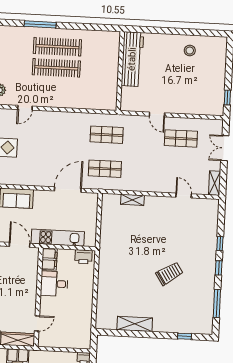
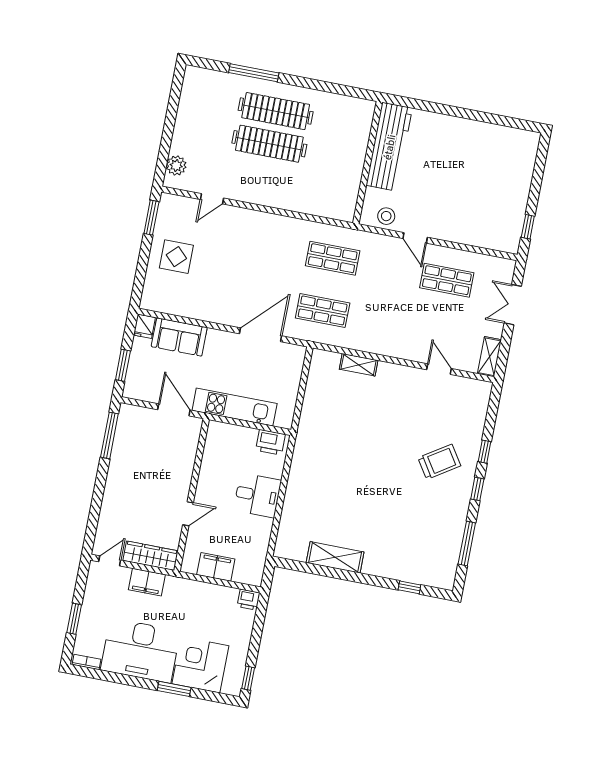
stool: (190, 51) -> (386, 216), moved
filing cabinet: (49, 259) -> (216, 567), moved, turned -90
trolley: (169, 274) -> (439, 462), moved
desk: (54, 284) -> (257, 495), moved, turned 180
door: (37, 323) -> (188, 514), moved

